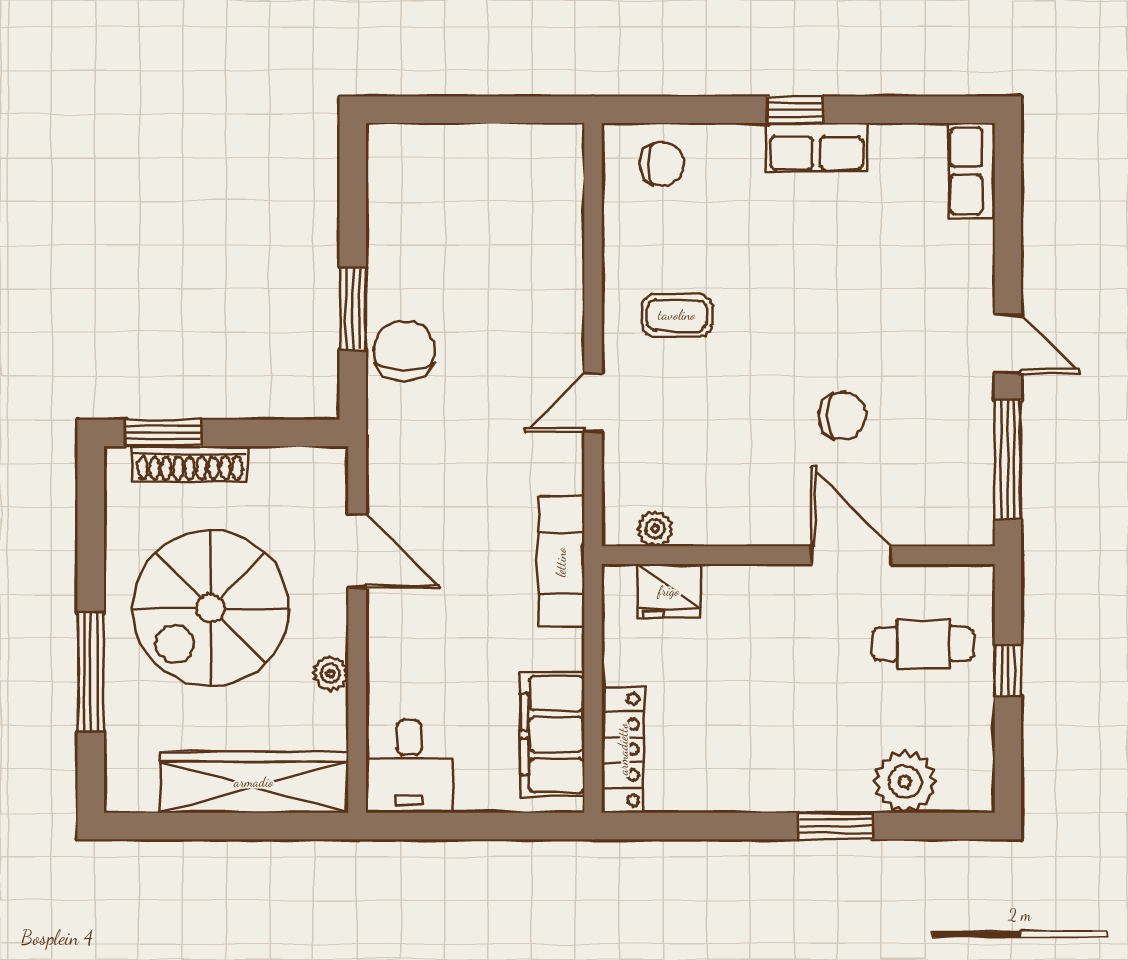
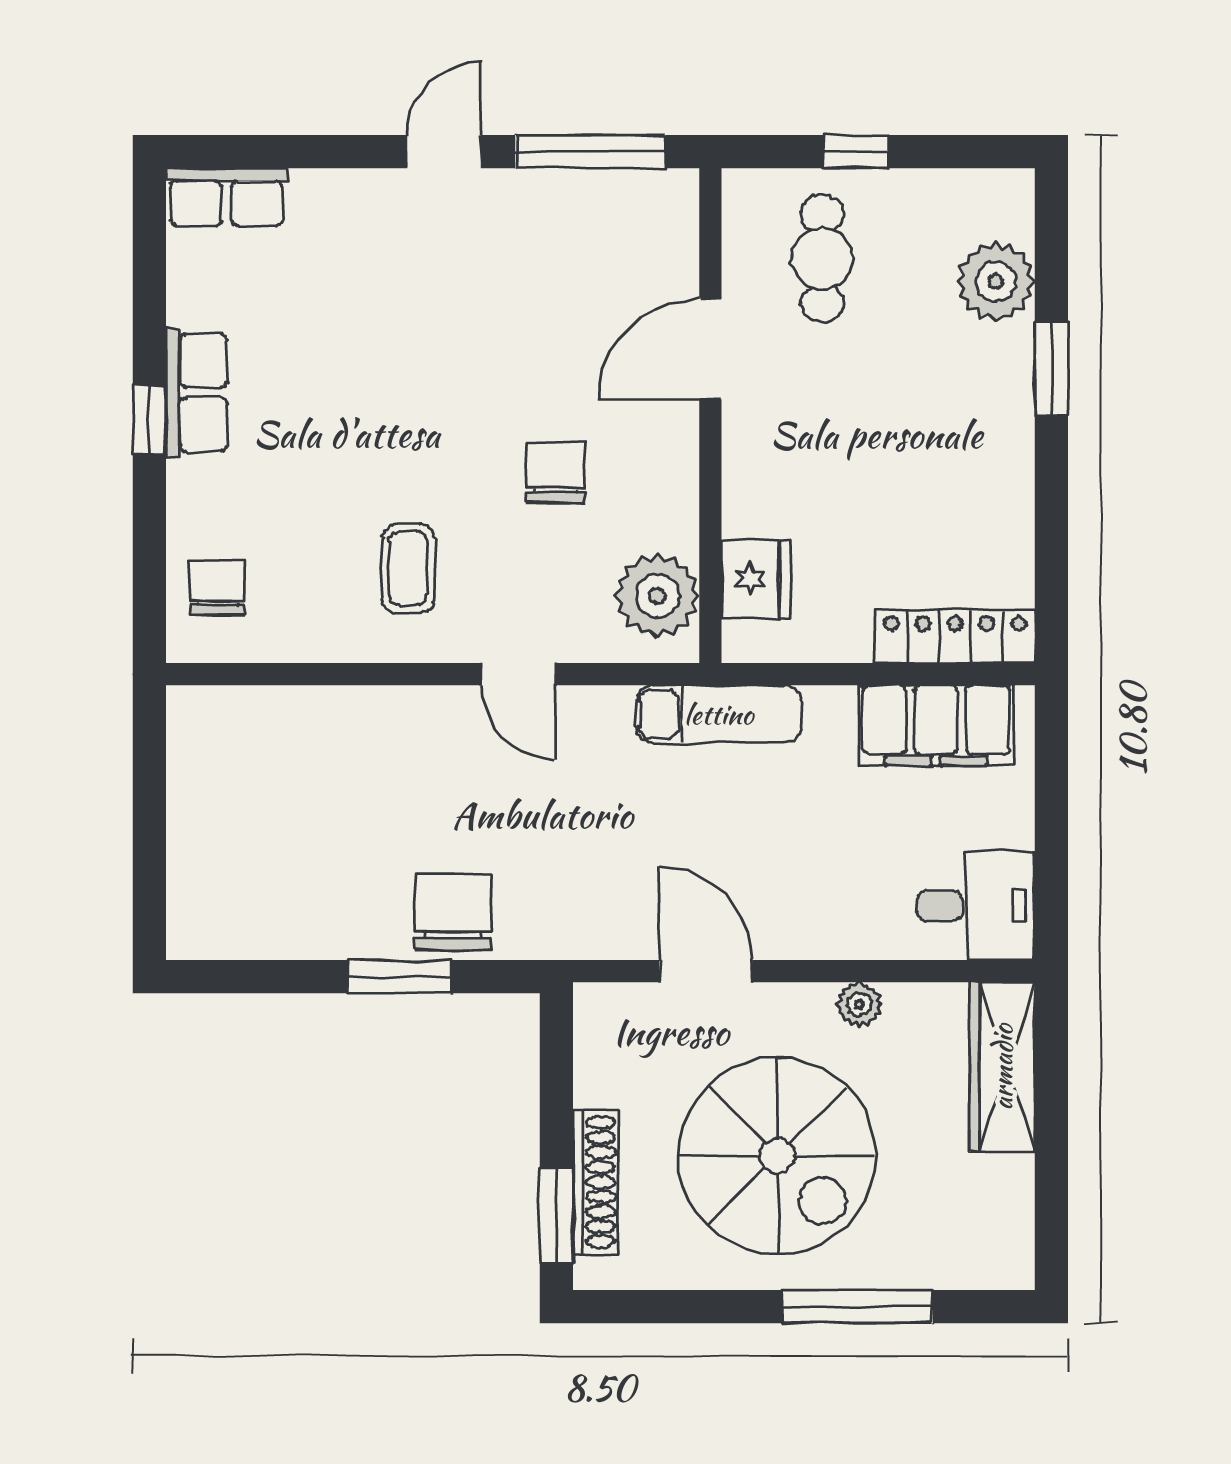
chair: (404, 351) -> (453, 912), turned 90
chair: (842, 416) -> (555, 472), moved
plant: (655, 529) -> (657, 596), width x1.87, depth x1.87
door: (357, 551) -> (706, 971), hinge flipped
wardrobe: (254, 782) -> (1002, 1067), width x0.71, depth x0.85

